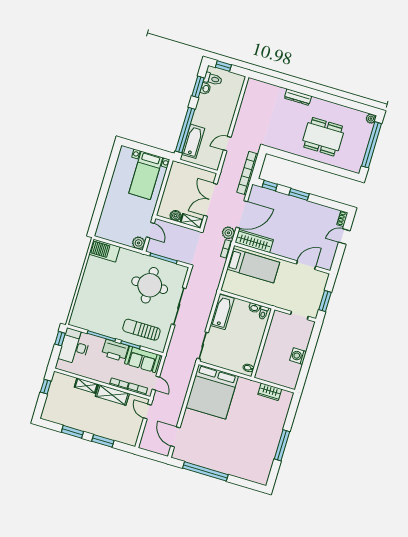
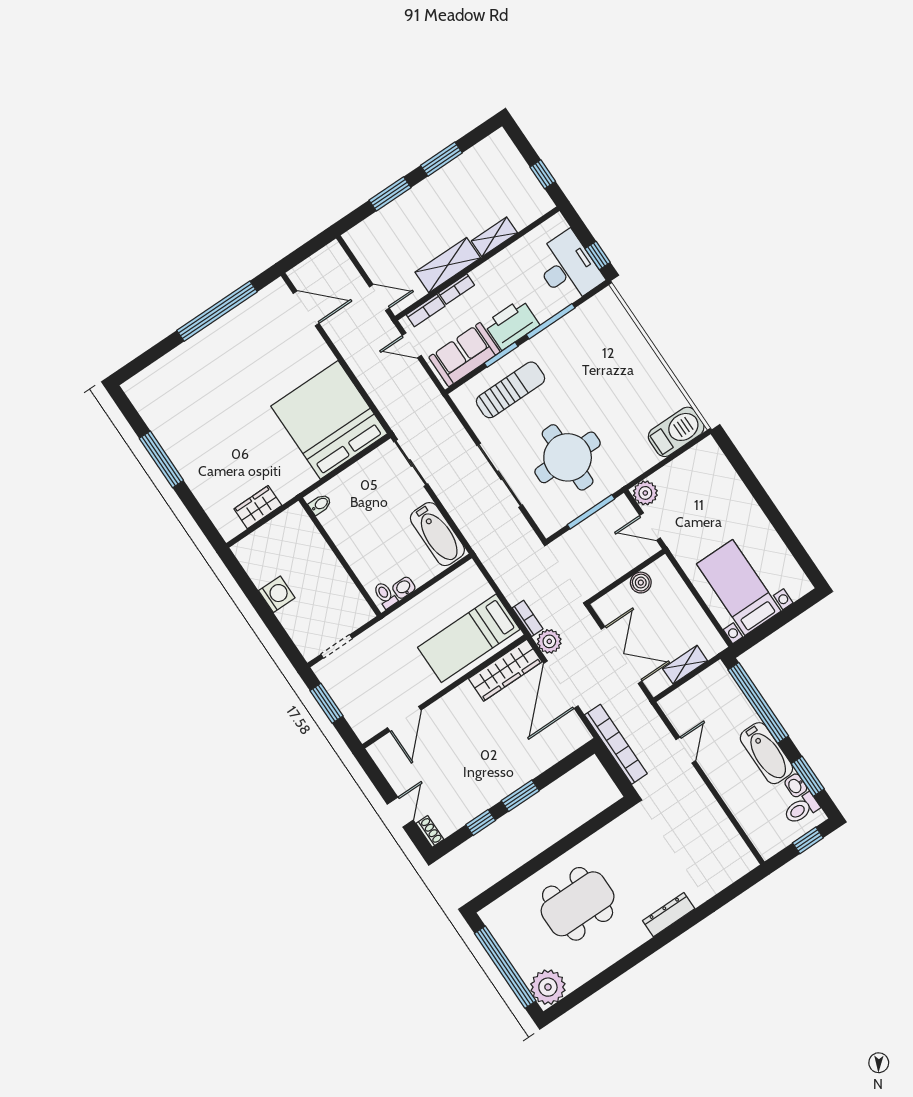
plant: (371, 119) -> (548, 987), width x1.87, depth x1.87
bathtub: (193, 141) -> (766, 753), moved
window: (270, 186) -> (481, 823), moved
shelving: (192, 221) -> (685, 665), moved

